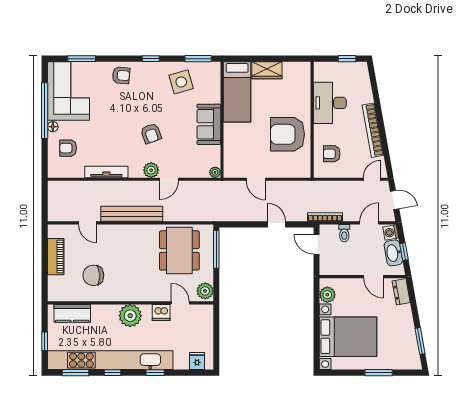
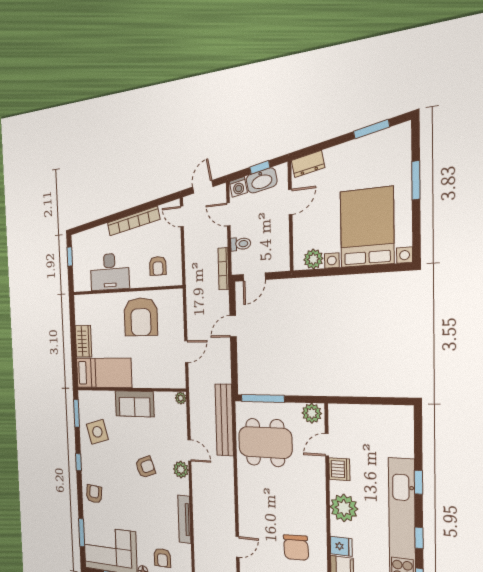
bench: (132, 214) -> (224, 420), moved
fridge: (197, 361) -> (341, 546), moved, turned 180

